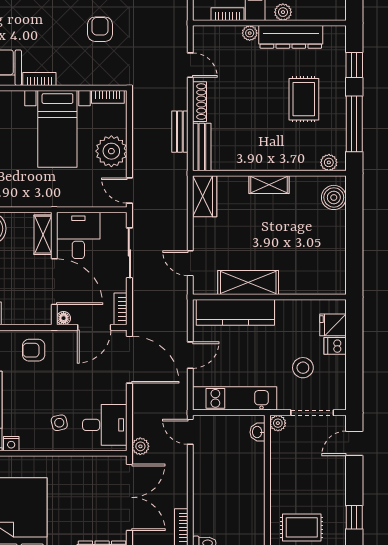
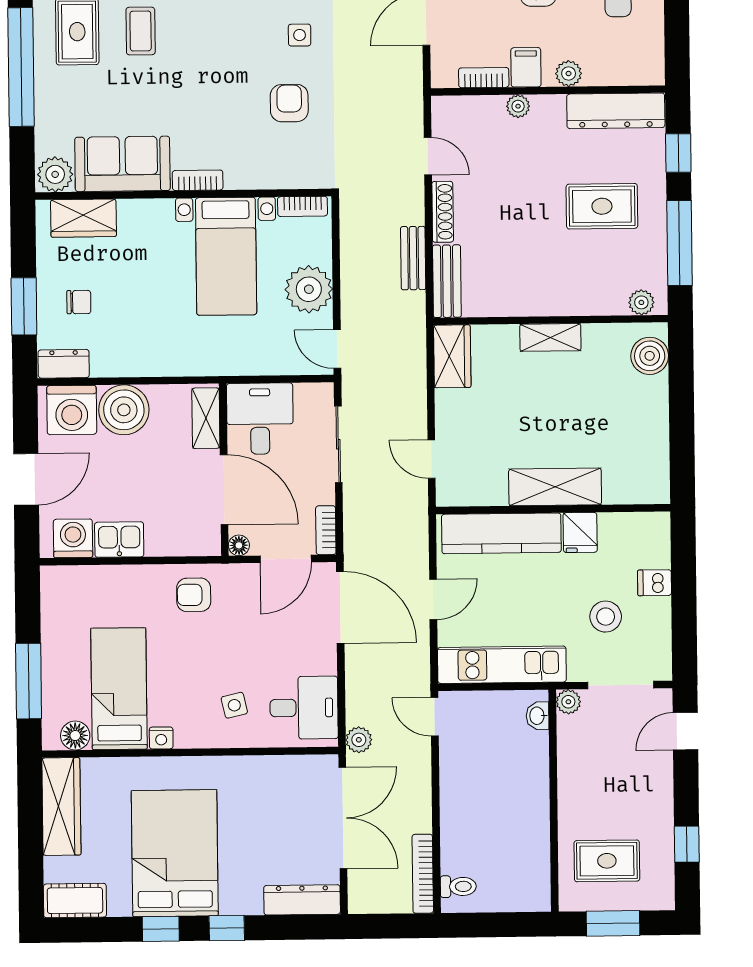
dresser: (291, 37) -> (616, 111), moved
rug: (304, 99) -> (602, 206), turned 90
shelving: (248, 282) -> (555, 487), moved
fridge: (333, 325) -> (580, 533), moved, turned -90

